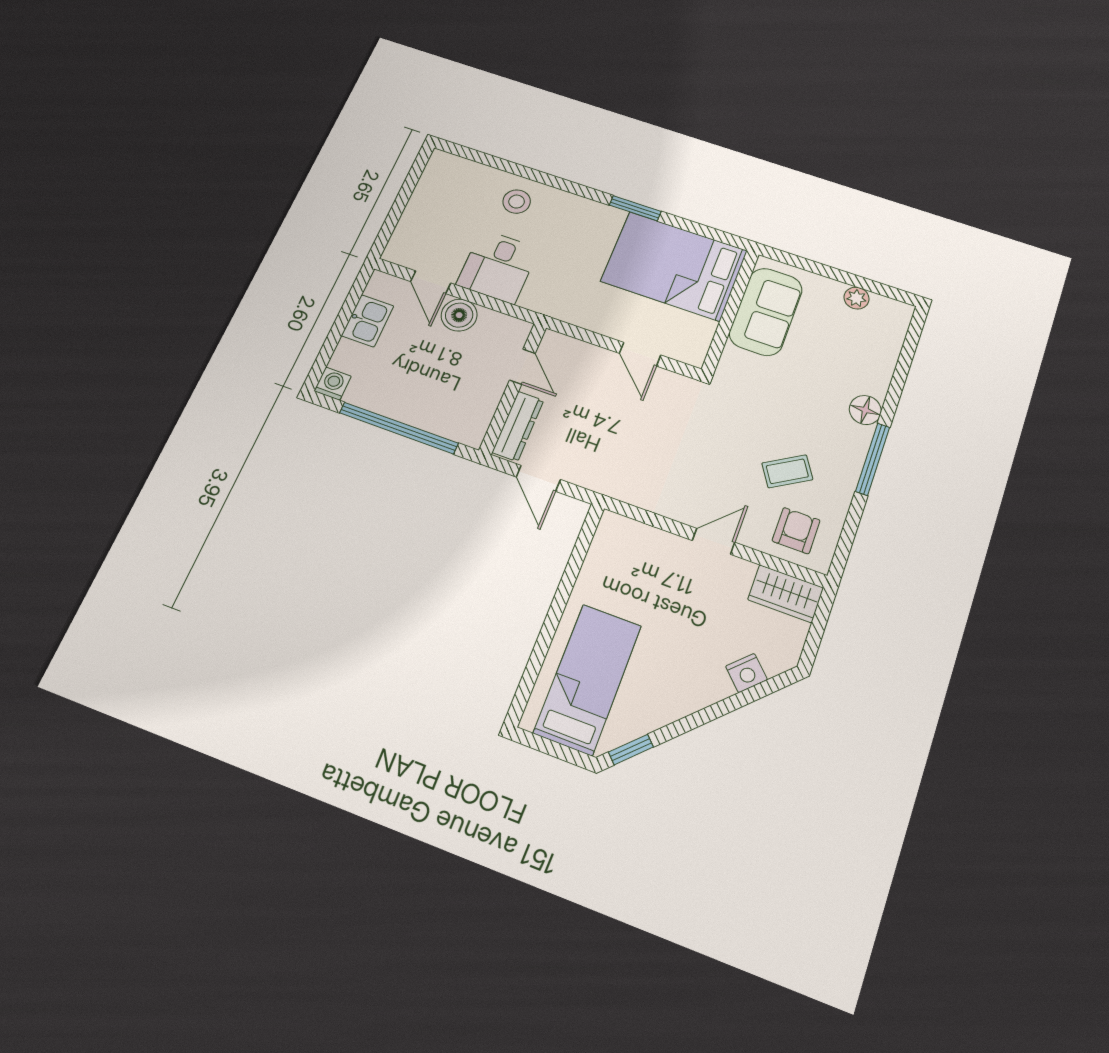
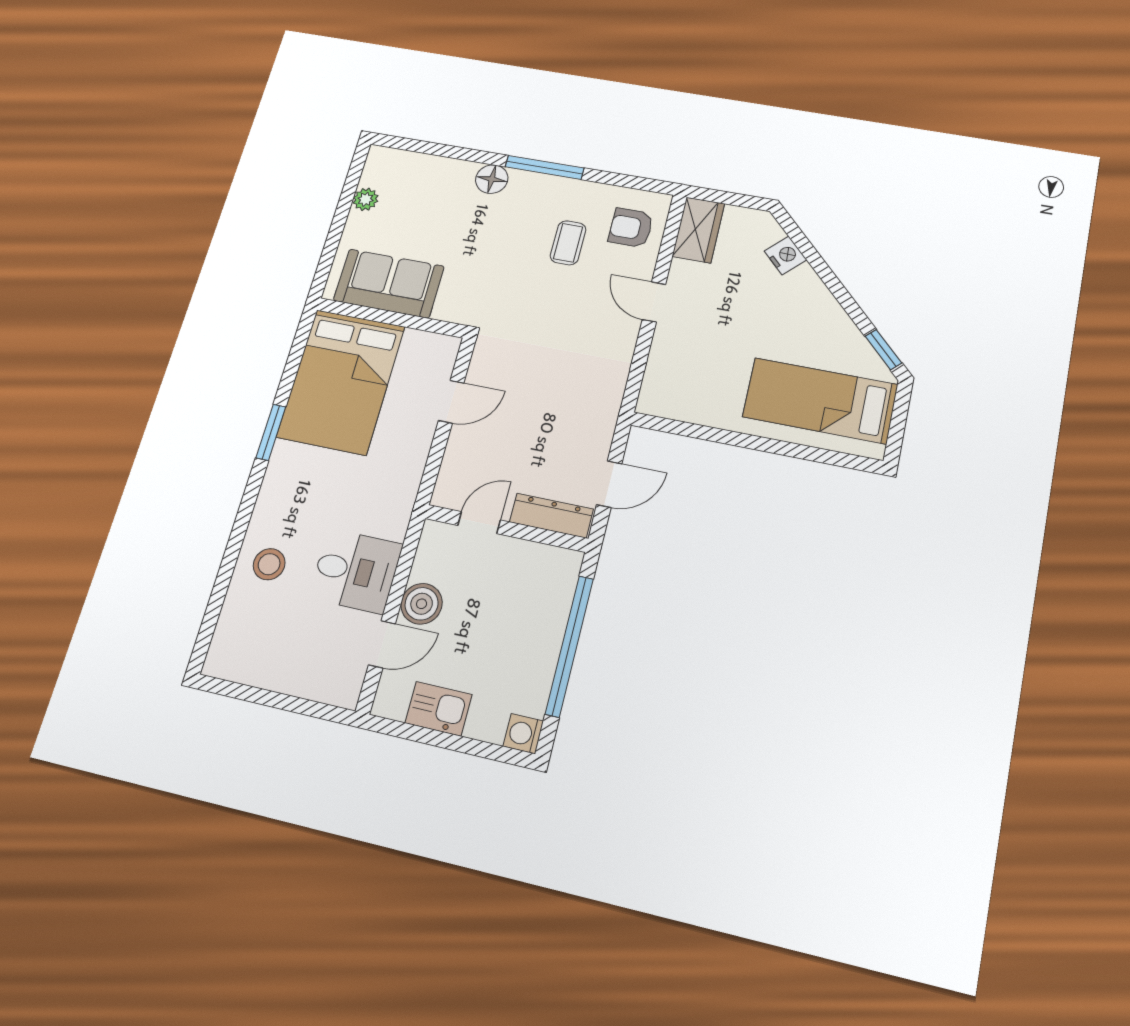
coffee table: (787, 471) -> (568, 243), turned 32

